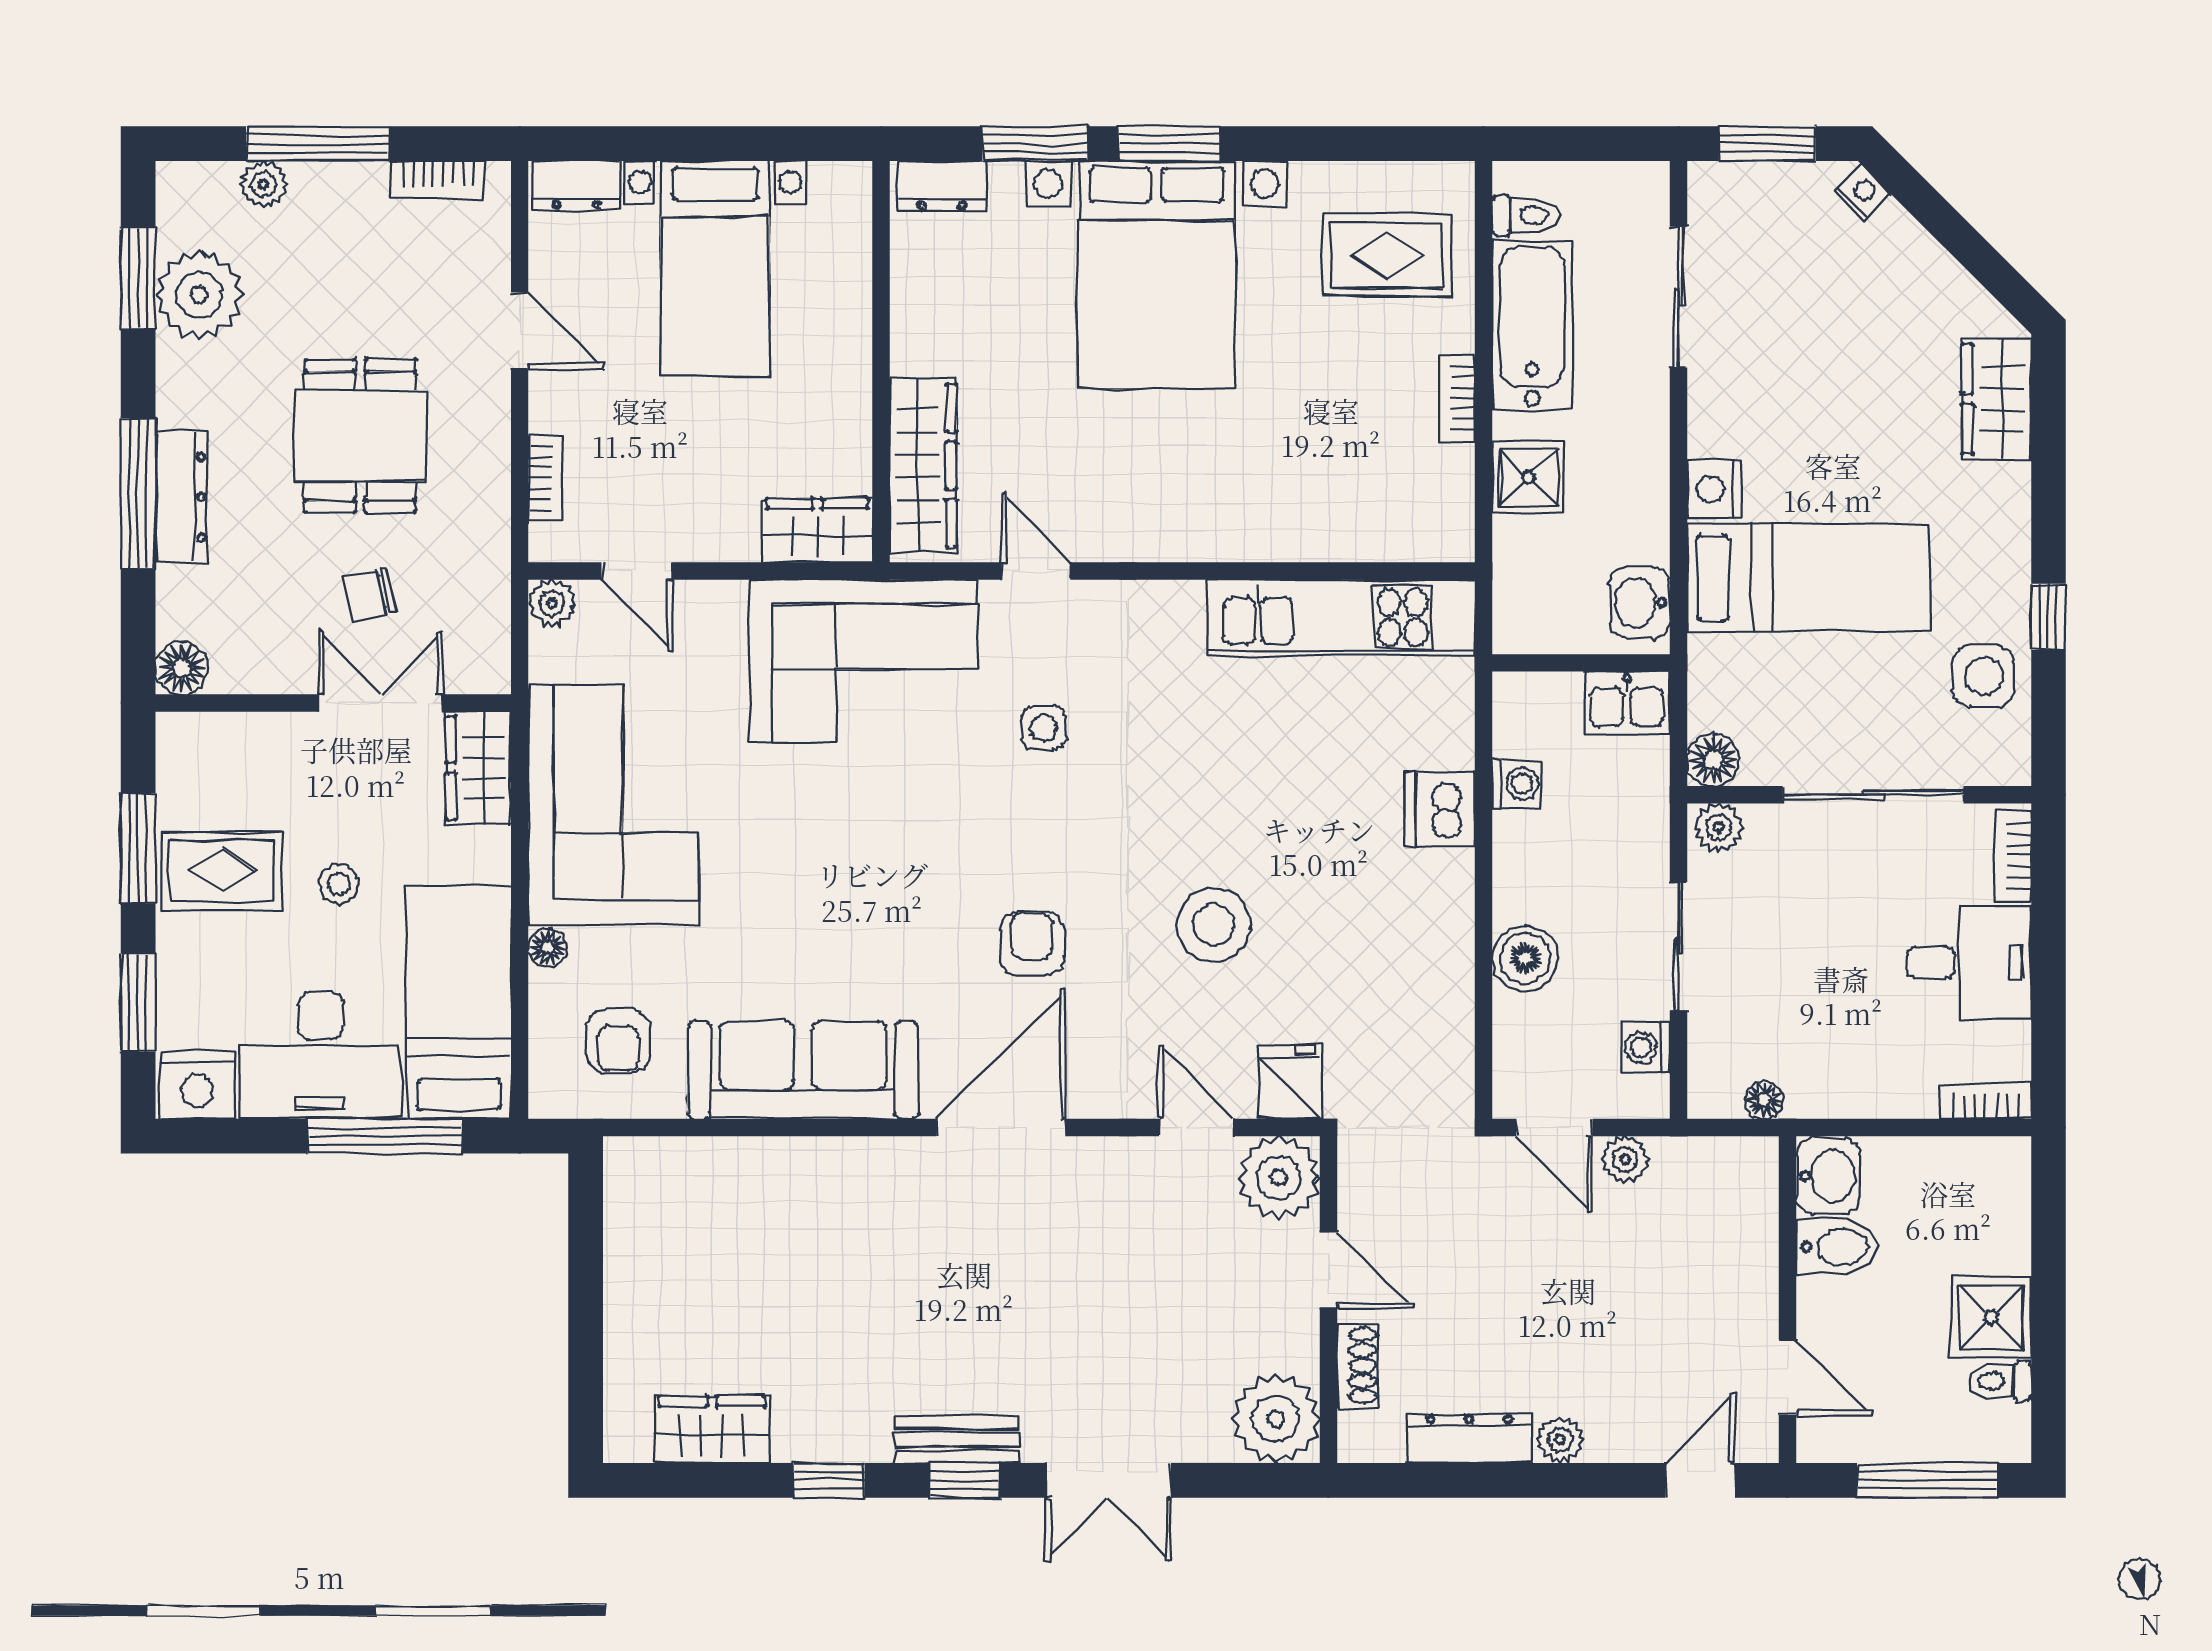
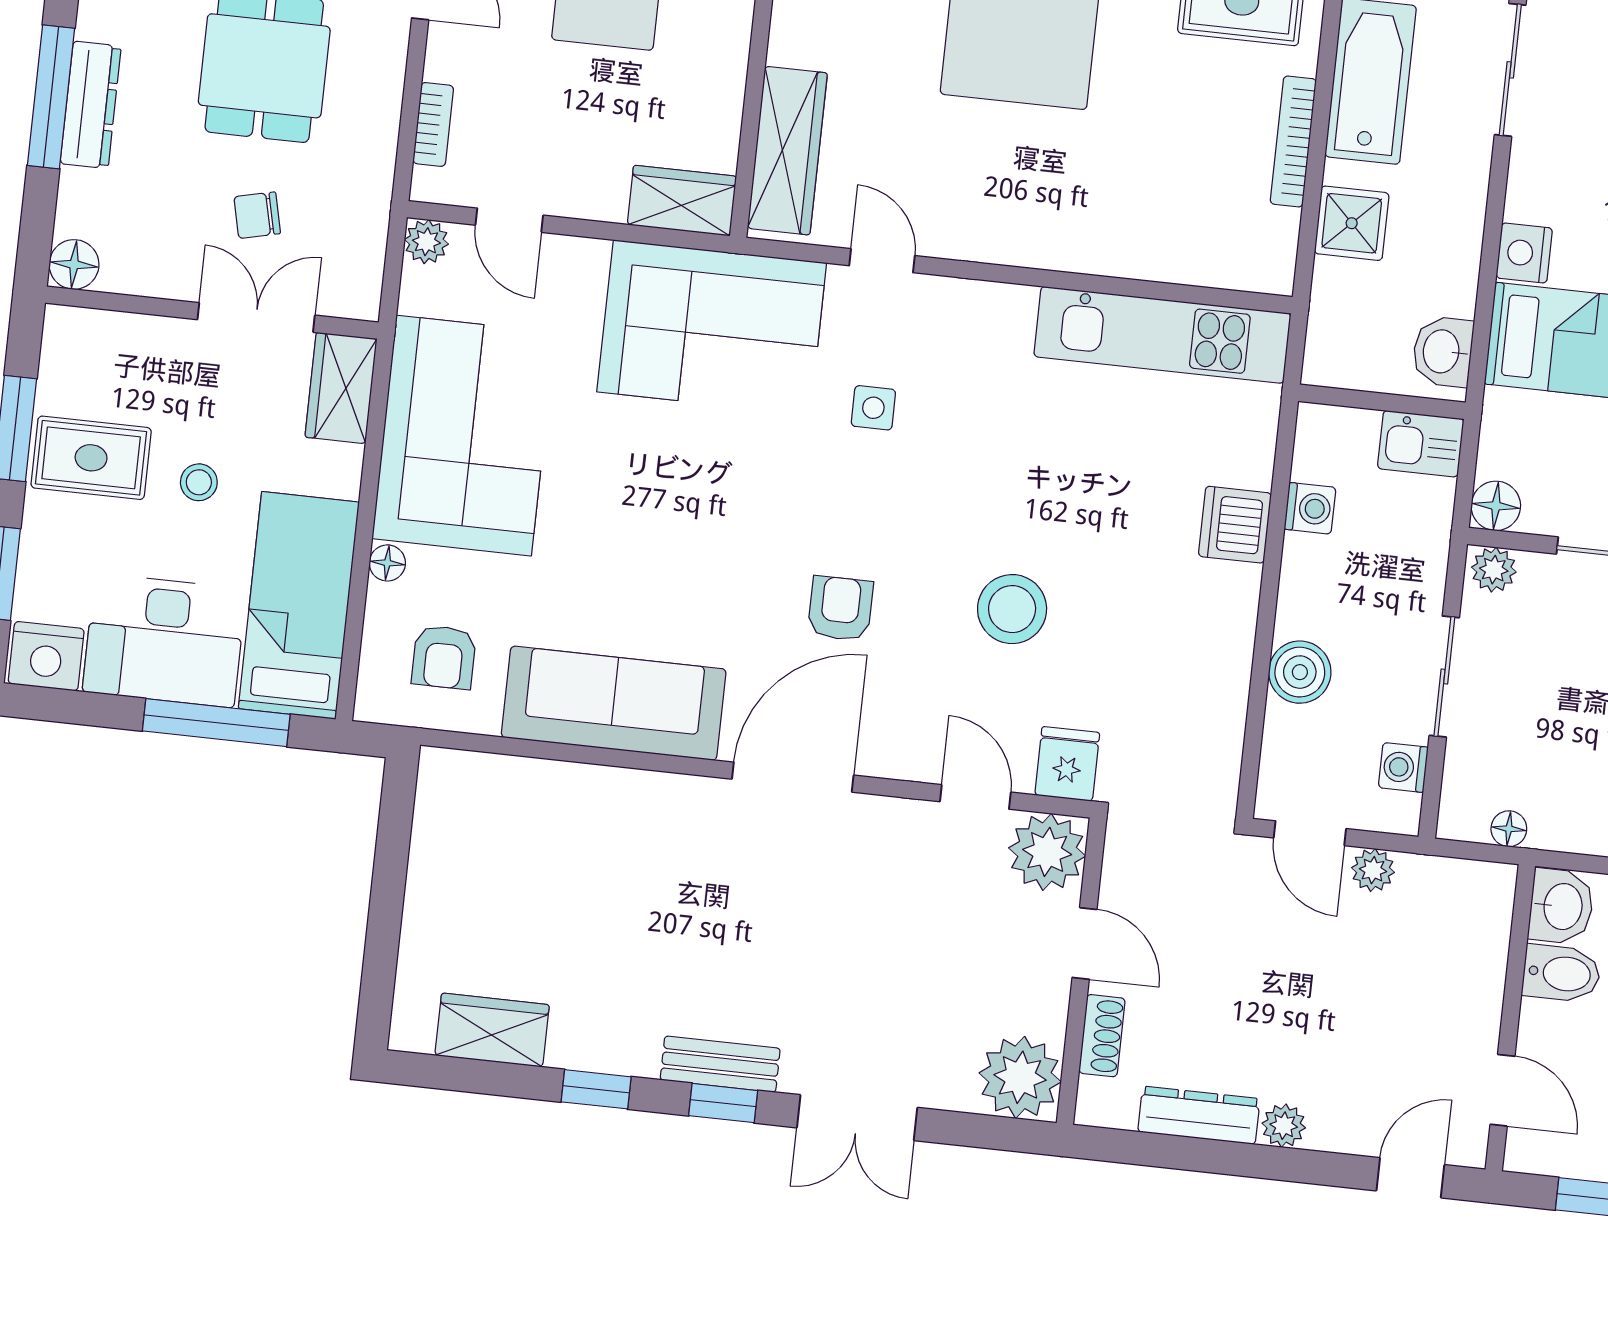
bookcase: (1457, 398) -> (1293, 141), width x1.56

